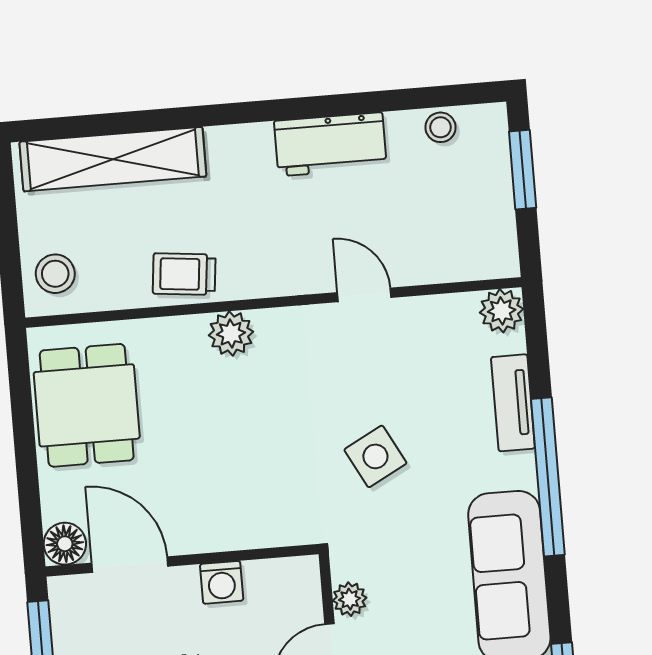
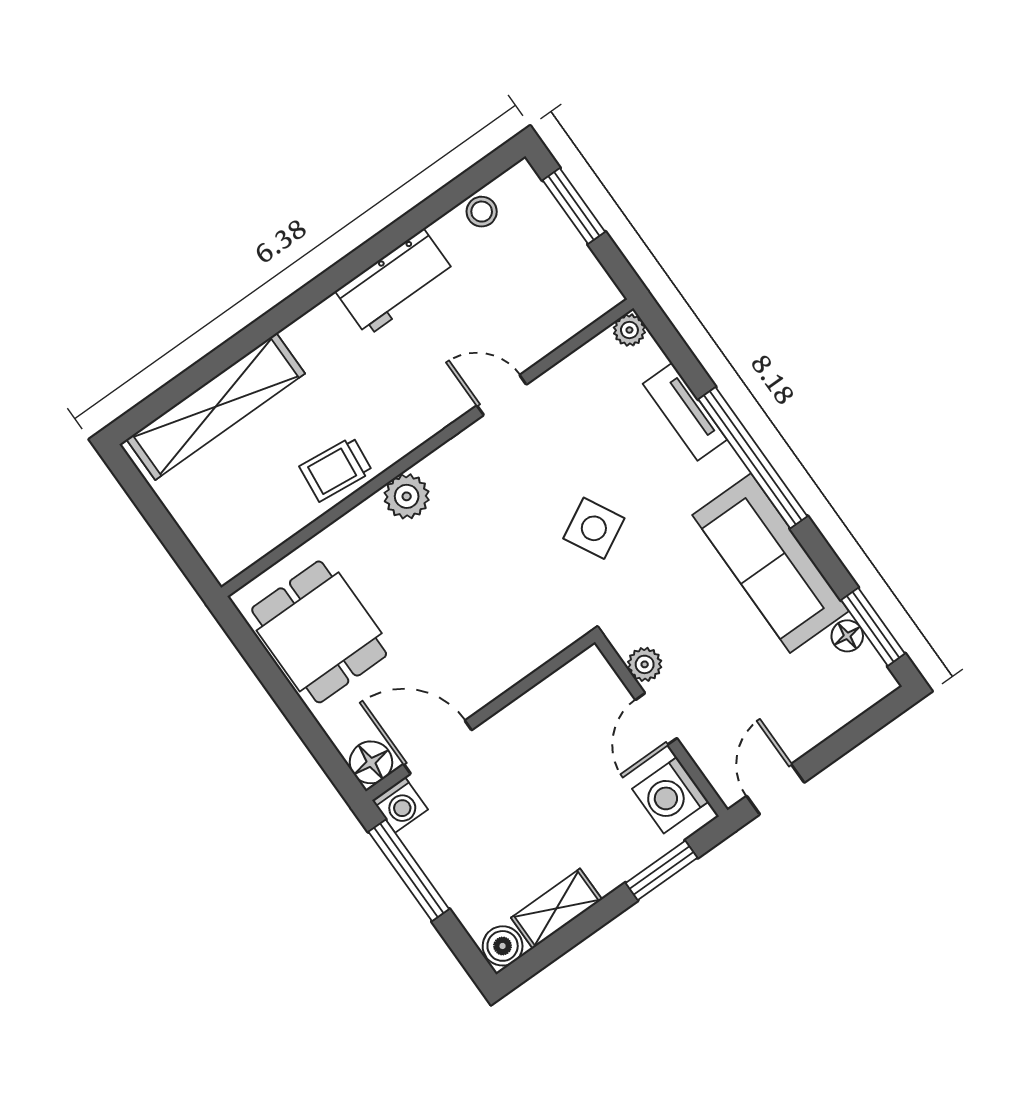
stool: (55, 274) -> (225, 535), removed
plant: (502, 311) -> (629, 330), width x0.73, depth x0.73
washing machine: (222, 582) -> (400, 805), moved

